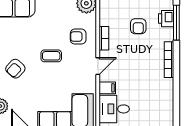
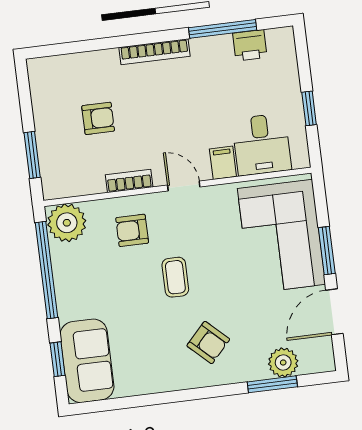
printer: (166, 19) -> (250, 45), moved
window: (176, 23) -> (223, 29), moved
armchair: (78, 37) -> (132, 230), turned 90

